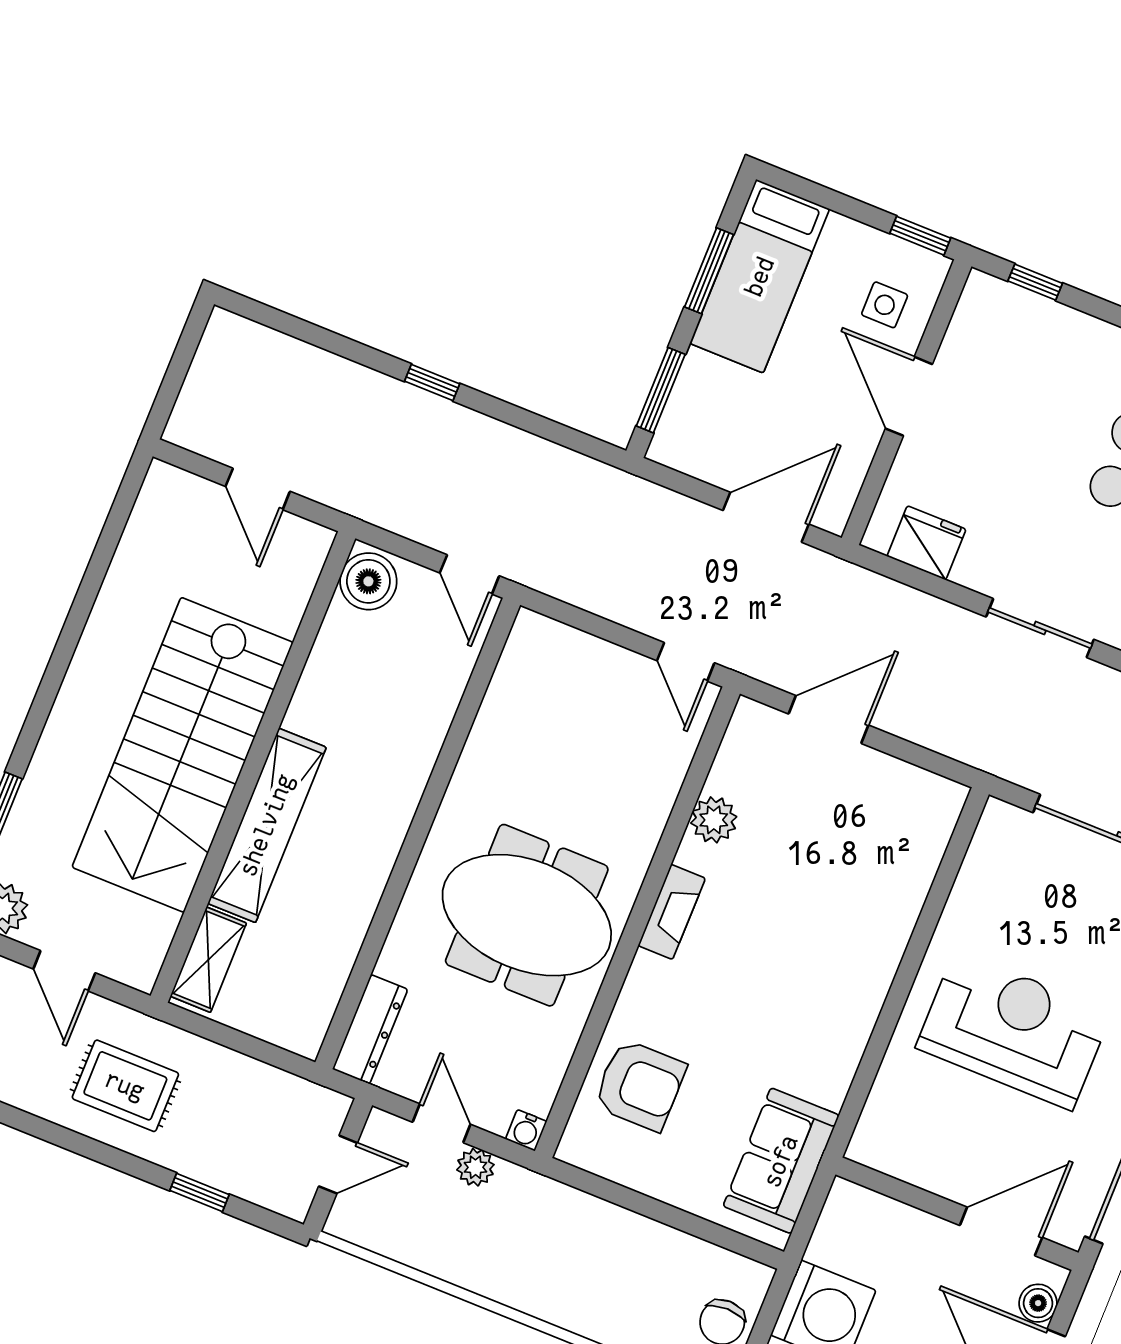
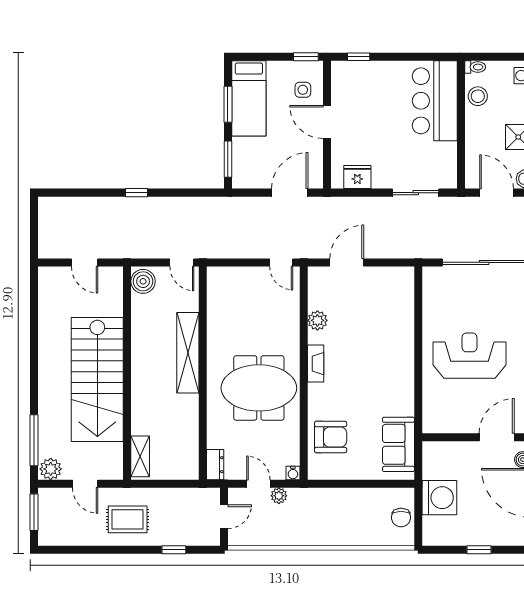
shelving: (267, 825) -> (188, 353), moved
dresser: (370, 1029) -> (215, 465), width x0.70

